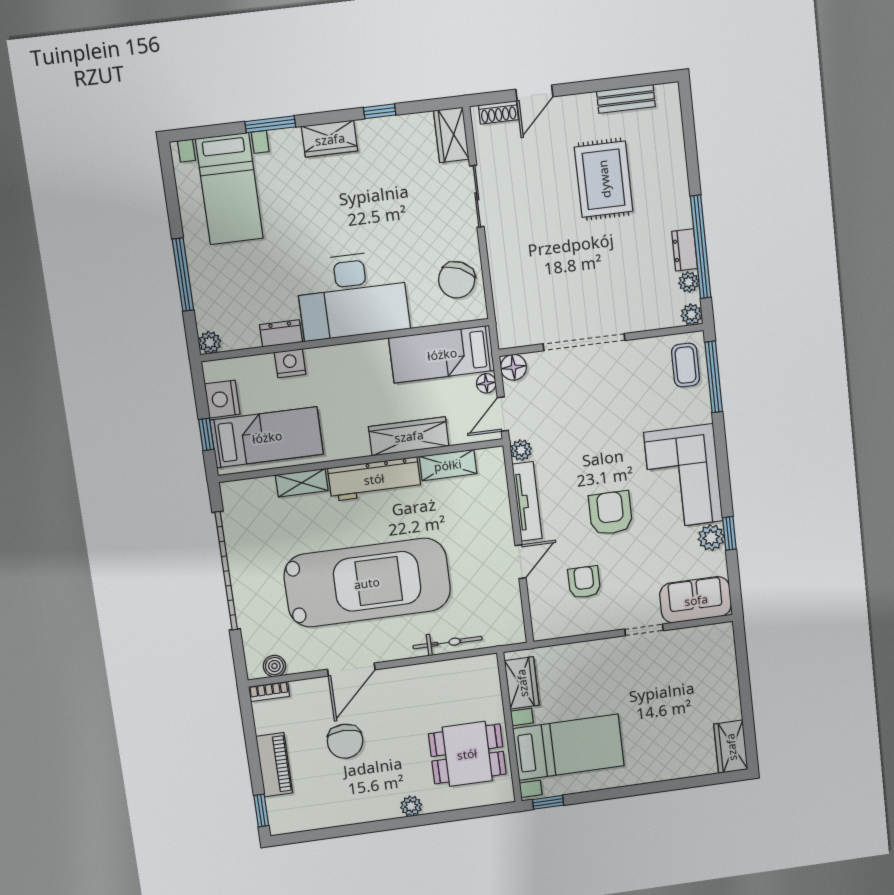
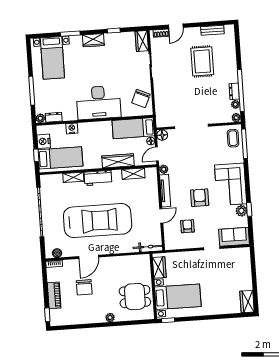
dresser: (281, 333) -> (54, 117), moved
workbench: (374, 479) -> (98, 178), width x0.73
bicycle: (448, 643) -> (148, 247), moved

